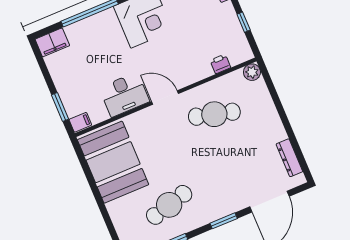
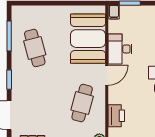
printer: (220, 64) -> (116, 116), width x1.87, depth x1.48
booth: (113, 162) -> (88, 39), moved, turned 90

